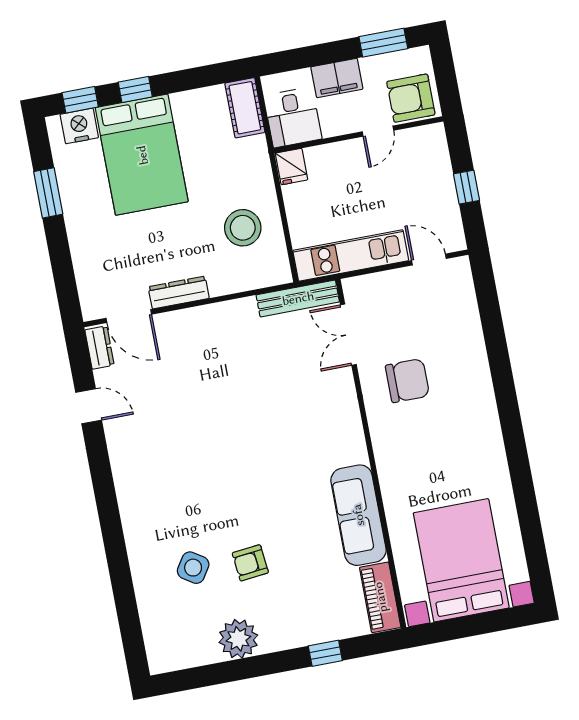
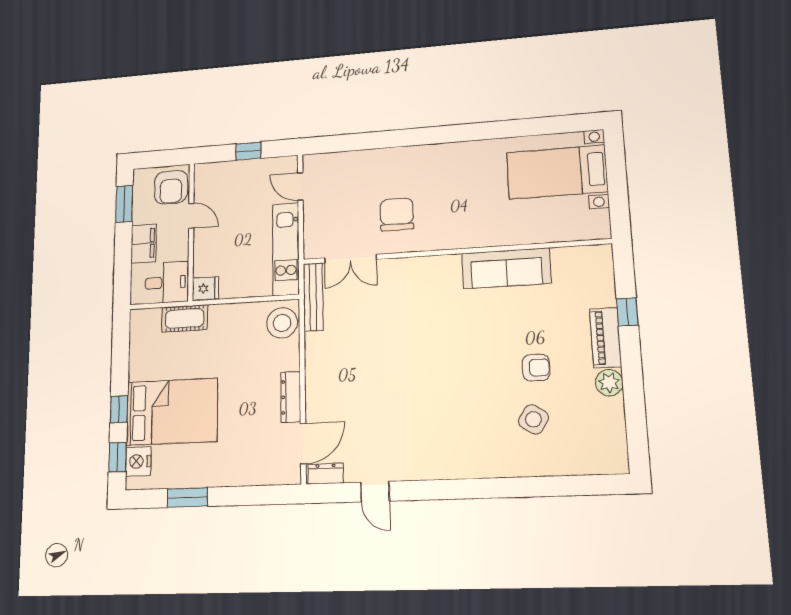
cot: (245, 108) -> (185, 318), moved
stool: (243, 228) -> (282, 323), moved
door: (429, 259) -> (300, 187), hinge flipped
door: (89, 406) -> (375, 492), swing flipped
bed with nightstands: (461, 560) -> (557, 172), width x0.73
armchair: (250, 563) -> (536, 368), turned -84
piano: (380, 597) -> (606, 338), moved, turned 90
plant: (238, 639) -> (609, 383), width x0.73, depth x0.73

